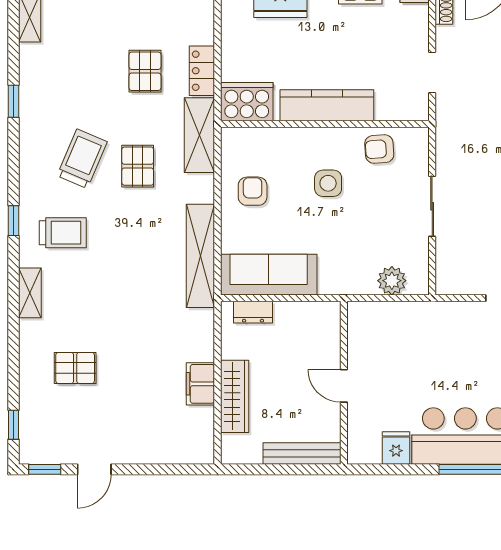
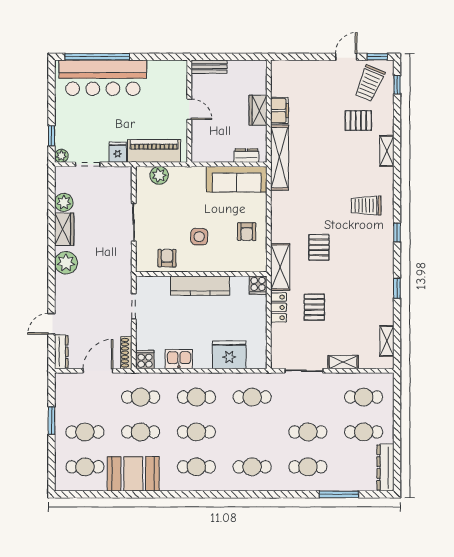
cooker: (247, 102) -> (258, 285), width x0.53, depth x0.76
armchair: (379, 149) -> (167, 258), turned -86
trolley: (82, 159) -> (369, 83), moved
window: (13, 221) -> (397, 232), moved
shelving: (200, 256) -> (279, 158), moved
shelving: (30, 293) -> (387, 151), moved
piano: (400, 319) -> (154, 151), added
wardrobe: (235, 396) -> (258, 110), width x0.67
fridge: (396, 448) -> (118, 152), moved, turned 180
bench: (302, 453) -> (209, 67), width x0.73

